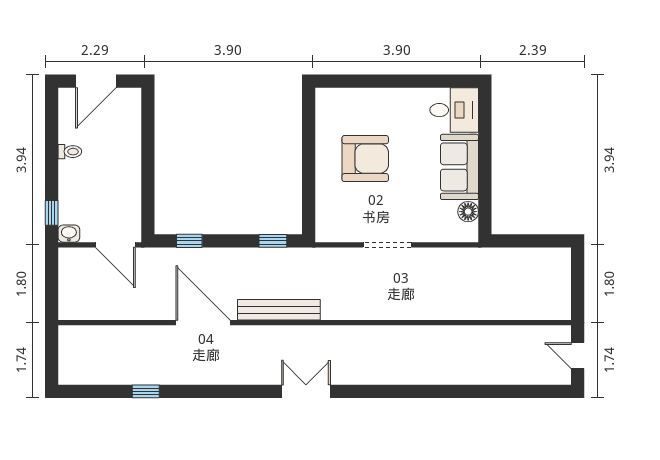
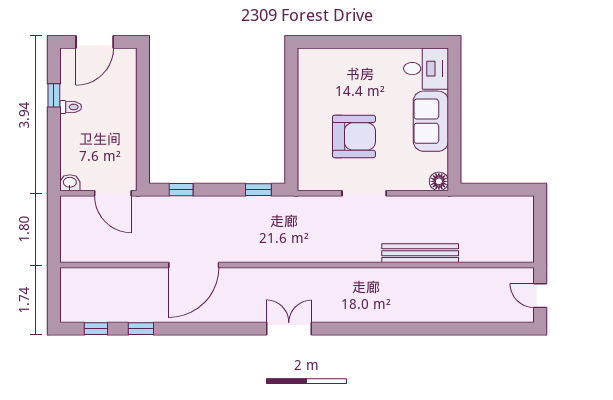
armchair: (365, 159) -> (354, 136), moved
floor lamp: (468, 212) -> (439, 181), moved
window: (52, 213) -> (54, 95), moved
bench: (279, 310) -> (420, 253), moved
door: (203, 323) -> (194, 265), swing flipped
window: (97, 391) -> (96, 329), added

